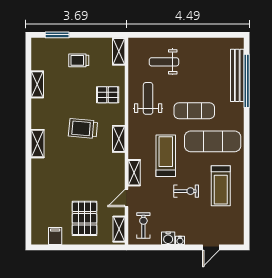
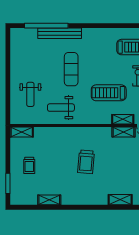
bench: (237, 75) -> (60, 33), moved
pallet: (108, 95) -> (58, 141), removed
shelving: (119, 139) -> (124, 132), moved
exercise mat: (213, 141) -> (97, 54), removed
shelving: (38, 144) -> (120, 200), moved

